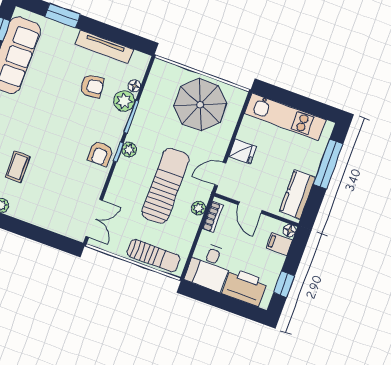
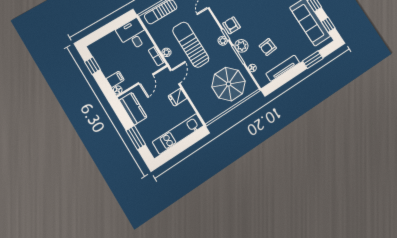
plant: (124, 101) -> (241, 46), moved
parasol: (200, 105) -> (229, 84), moved
window: (328, 164) -> (136, 138), width x0.69
sun lounger: (165, 186) -> (191, 45), turned 180
door: (250, 208) -> (146, 79), swing flipped
printer: (245, 287) -> (108, 44), removed

